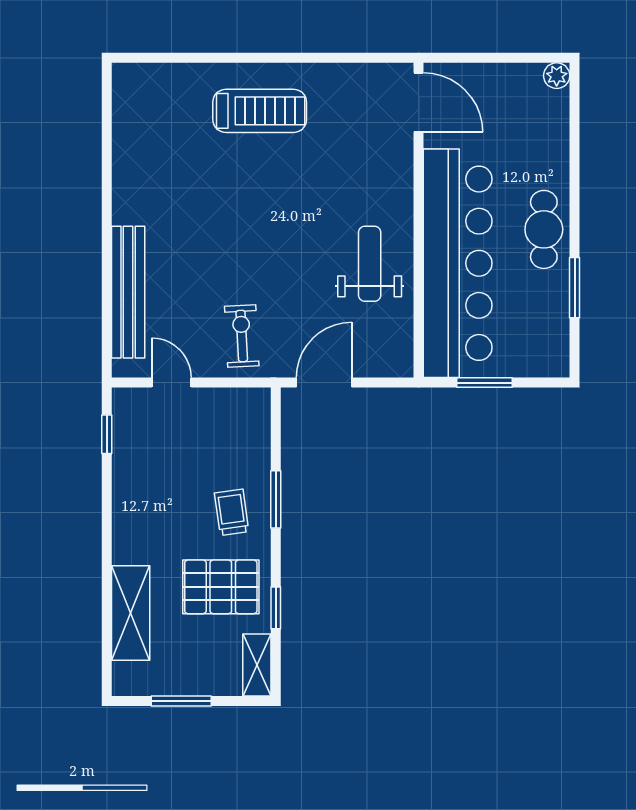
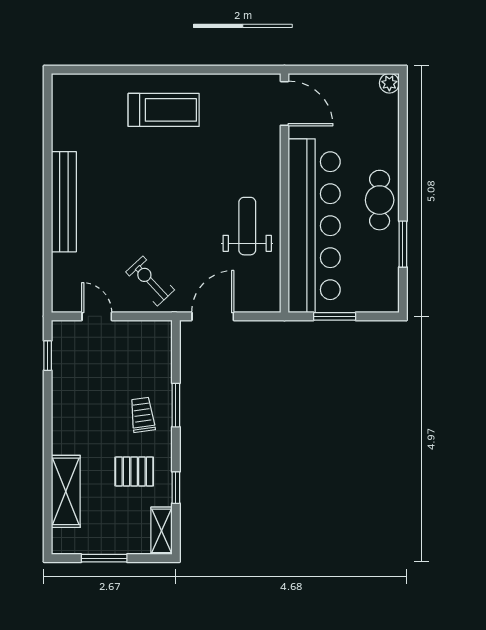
bench: (128, 292) -> (64, 202), moved
exercise bike: (242, 336) -> (150, 281), turned -40
pallet: (221, 587) -> (134, 471), width x0.67, depth x0.71

